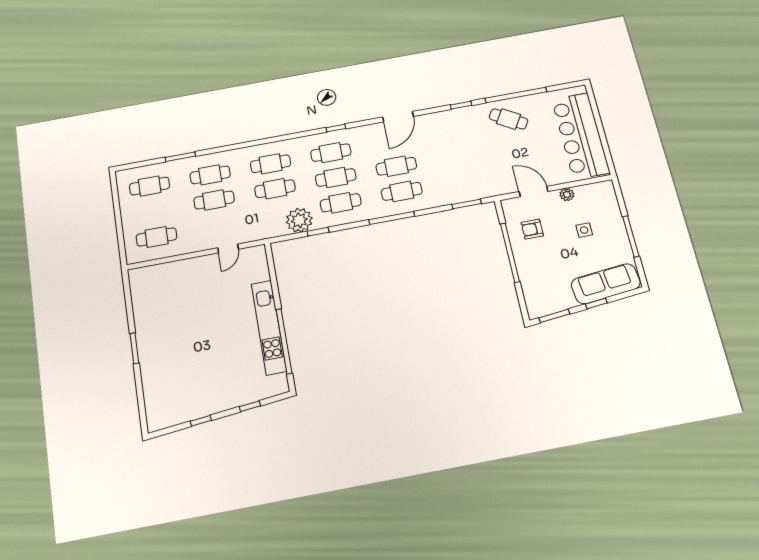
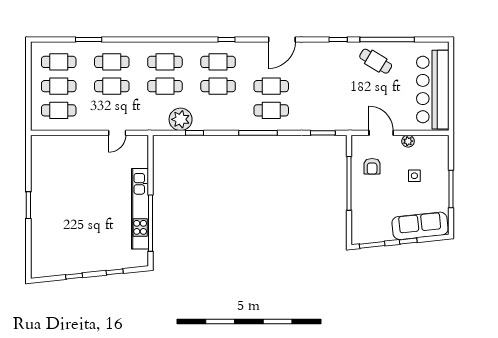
cafe table: (341, 203) -> (59, 86), moved
armchair: (532, 229) -> (372, 166), turned -90

